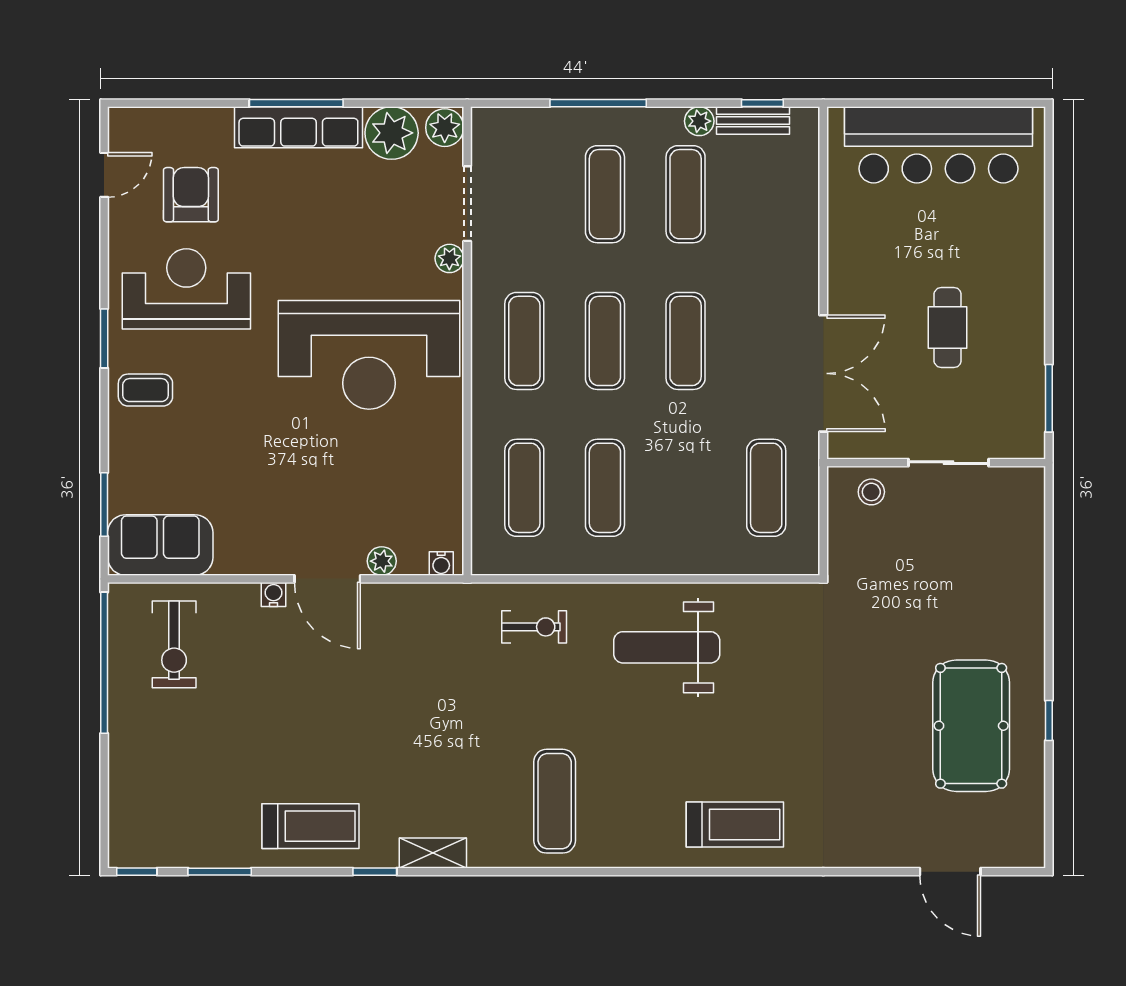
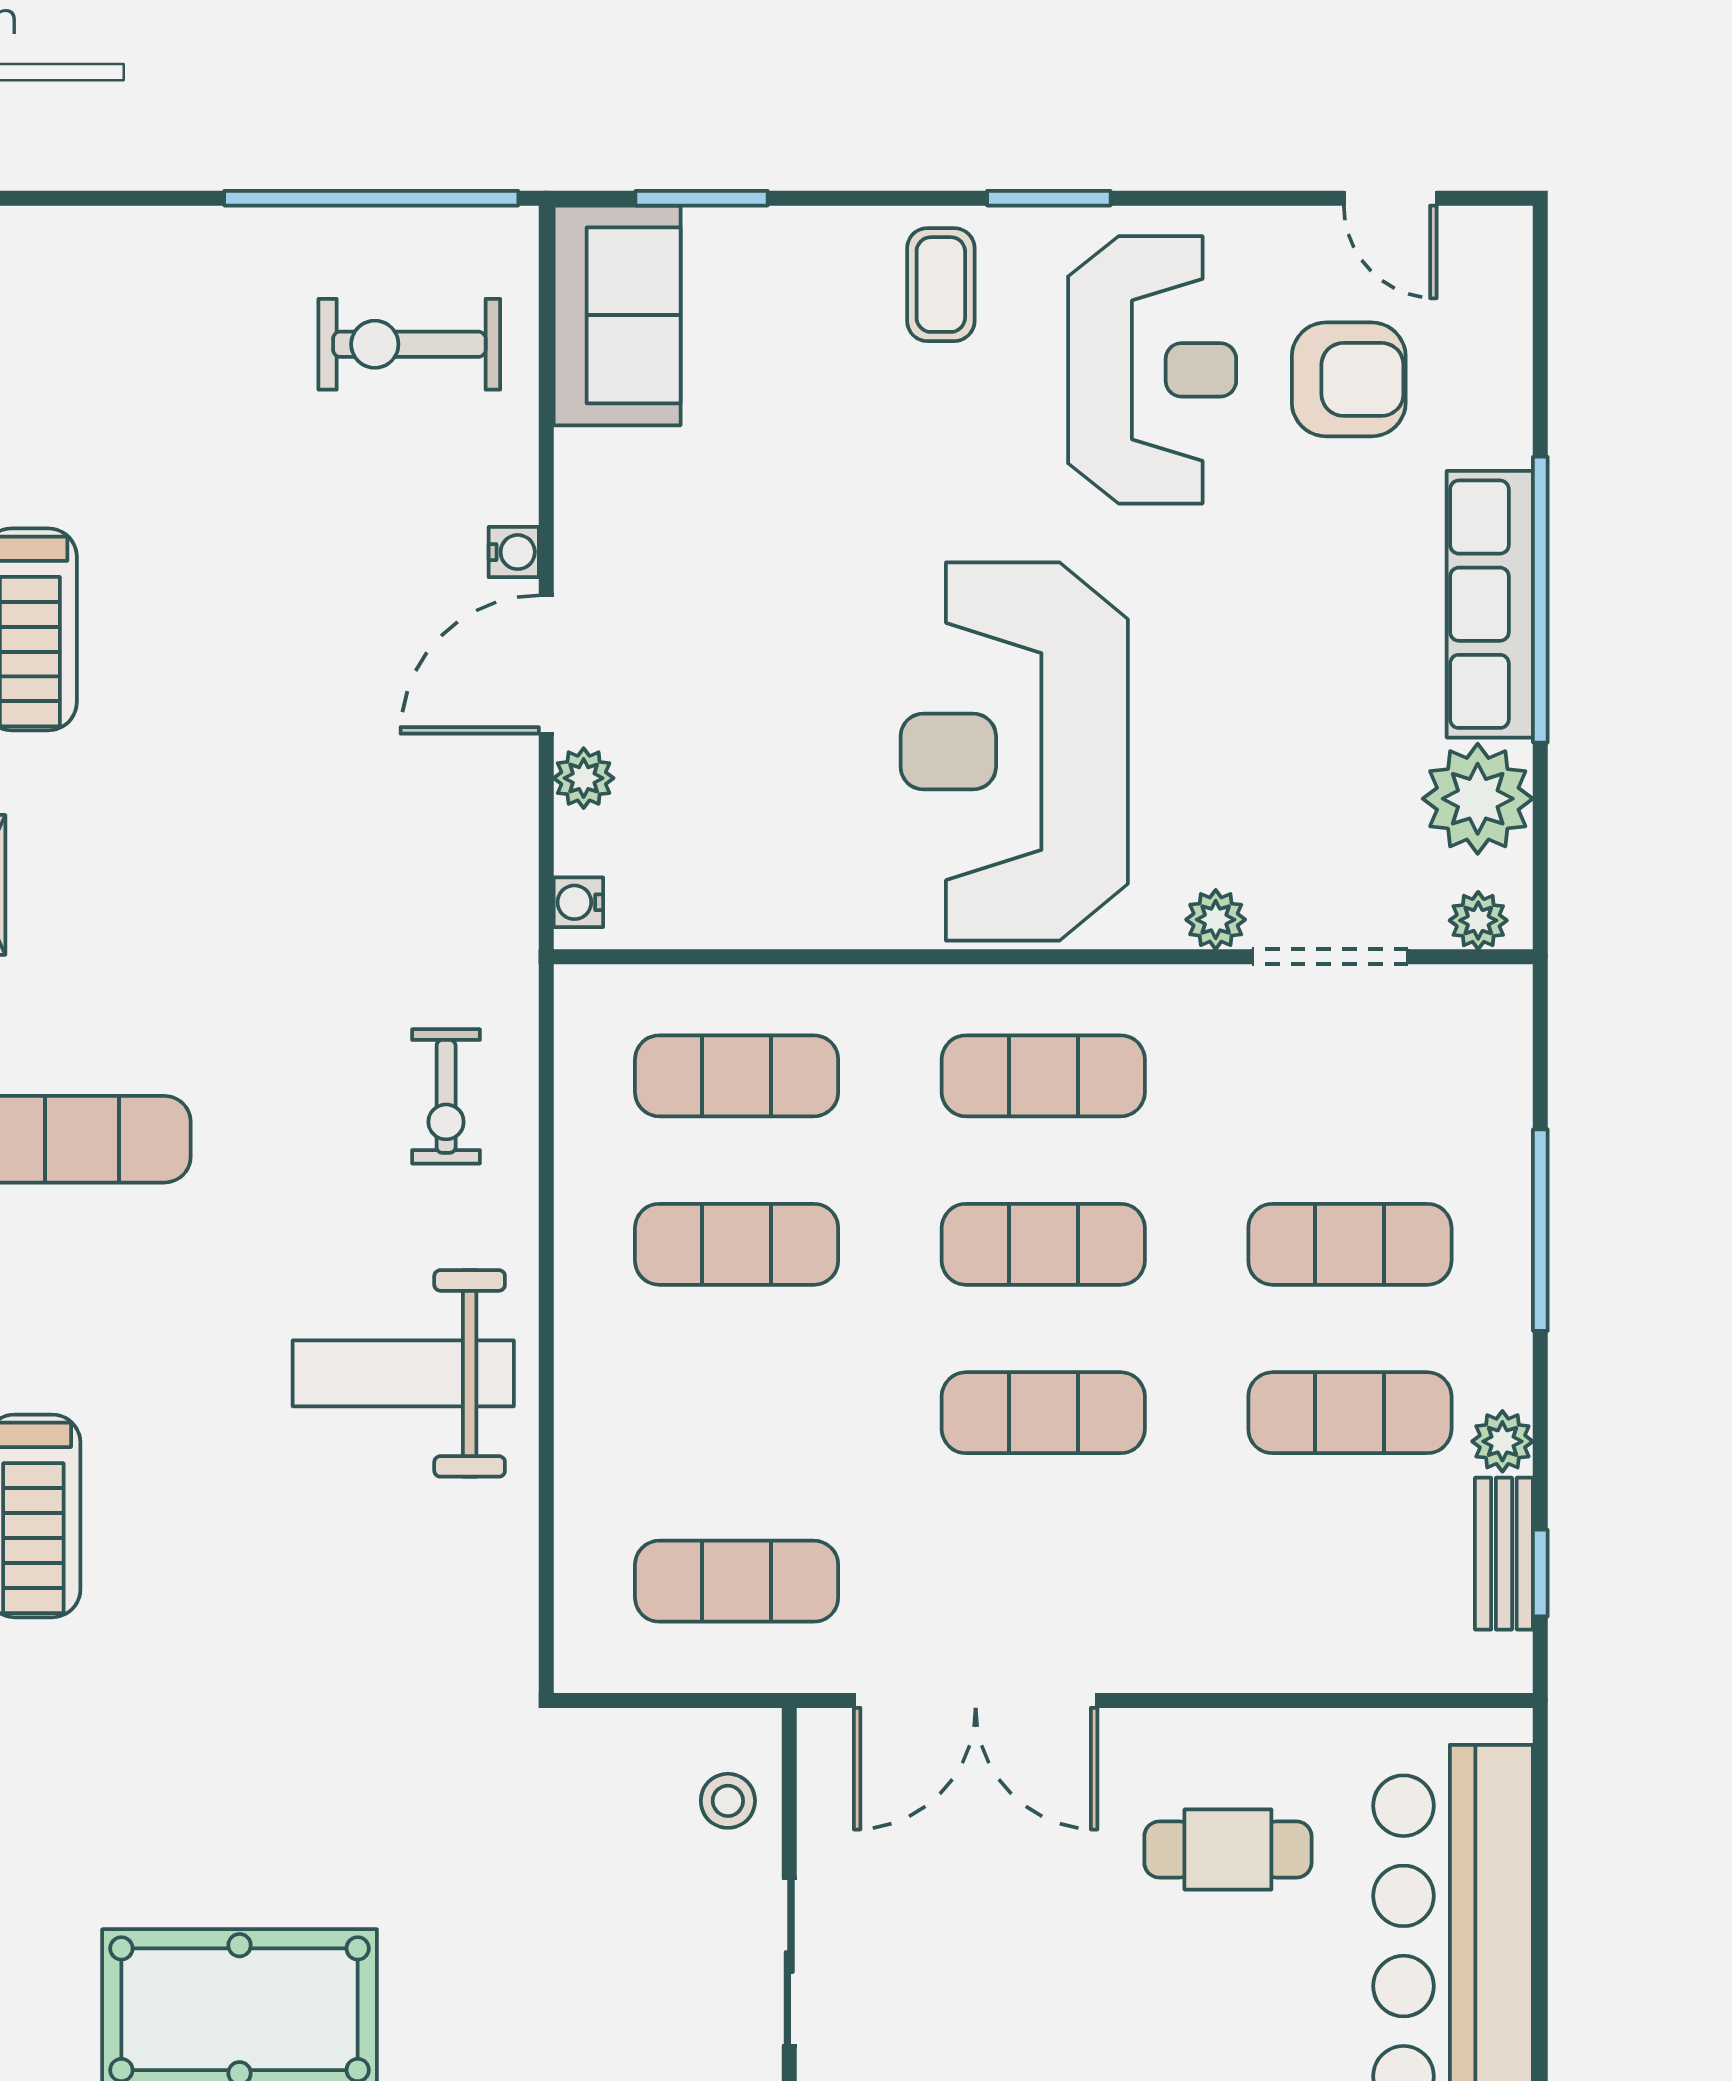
window: (296, 103) -> (1540, 600), width x1.46
plant: (445, 128) -> (1478, 920), width x0.73, depth x0.73
cafe table: (948, 327) -> (1228, 1849), moved
weight bench: (667, 647) -> (403, 1373), turned -90

